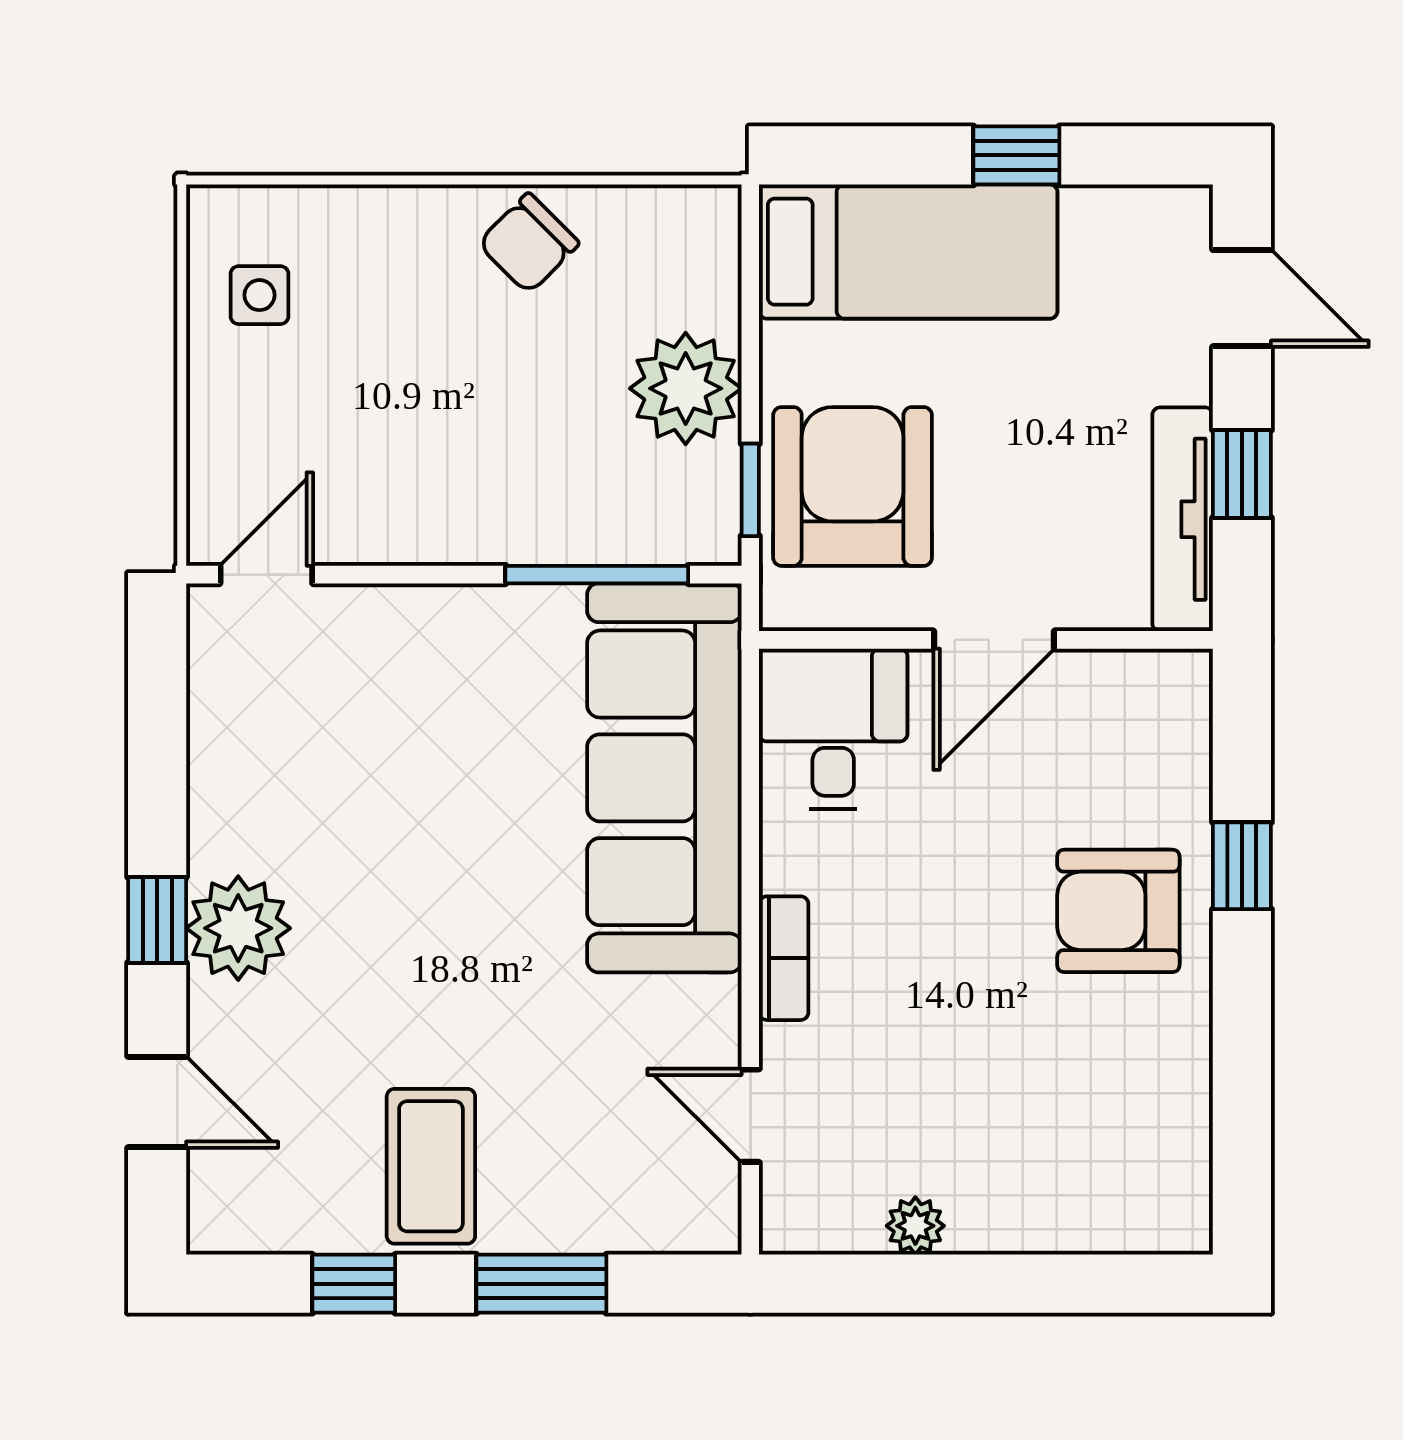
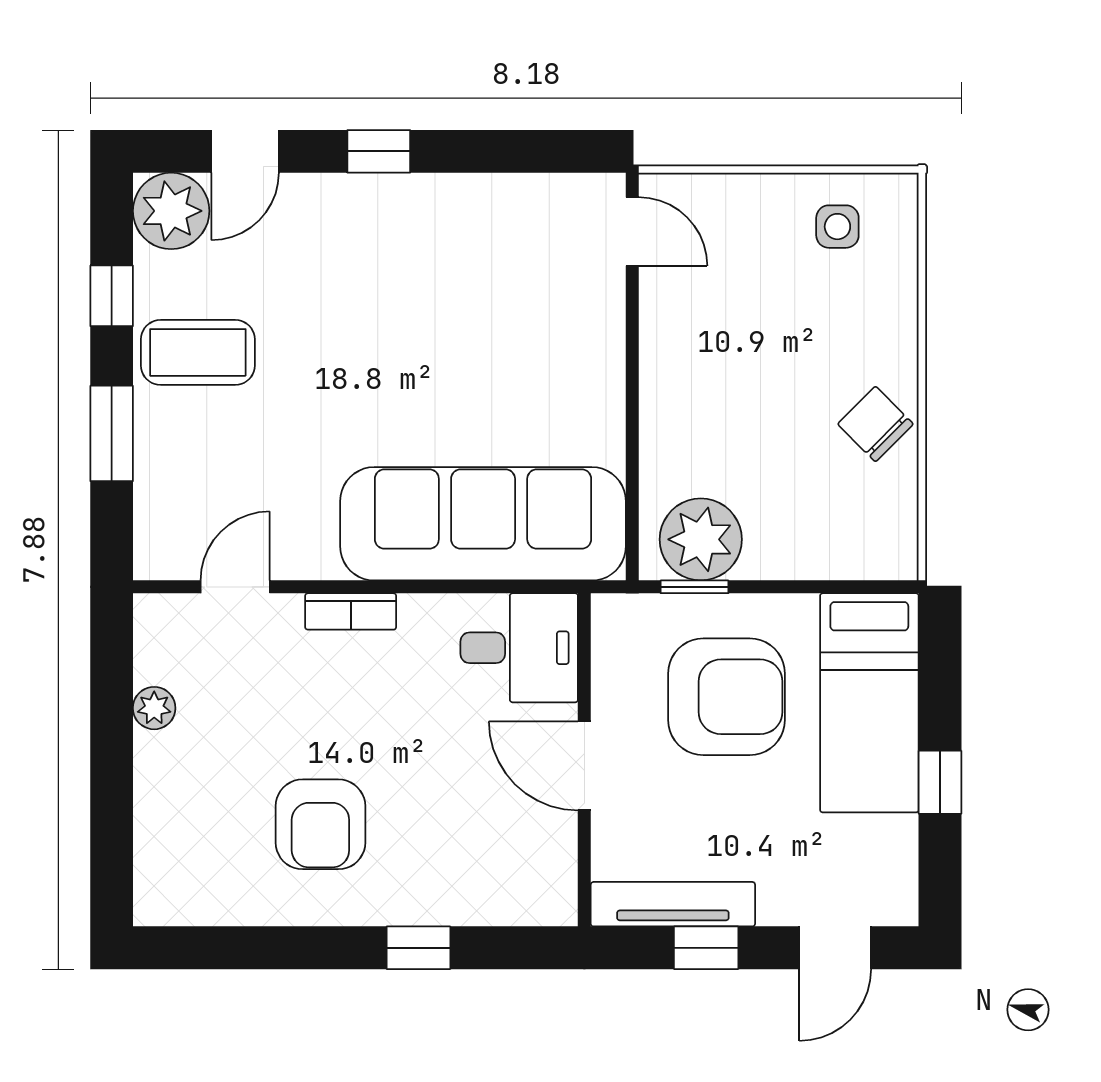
plant: (686, 388) -> (701, 539), moved
armchair: (853, 486) -> (727, 697), moved
window: (597, 575) -> (632, 474), removed
armchair: (1118, 911) -> (320, 824), moved, turned 180
plant: (238, 928) -> (171, 211), moved

